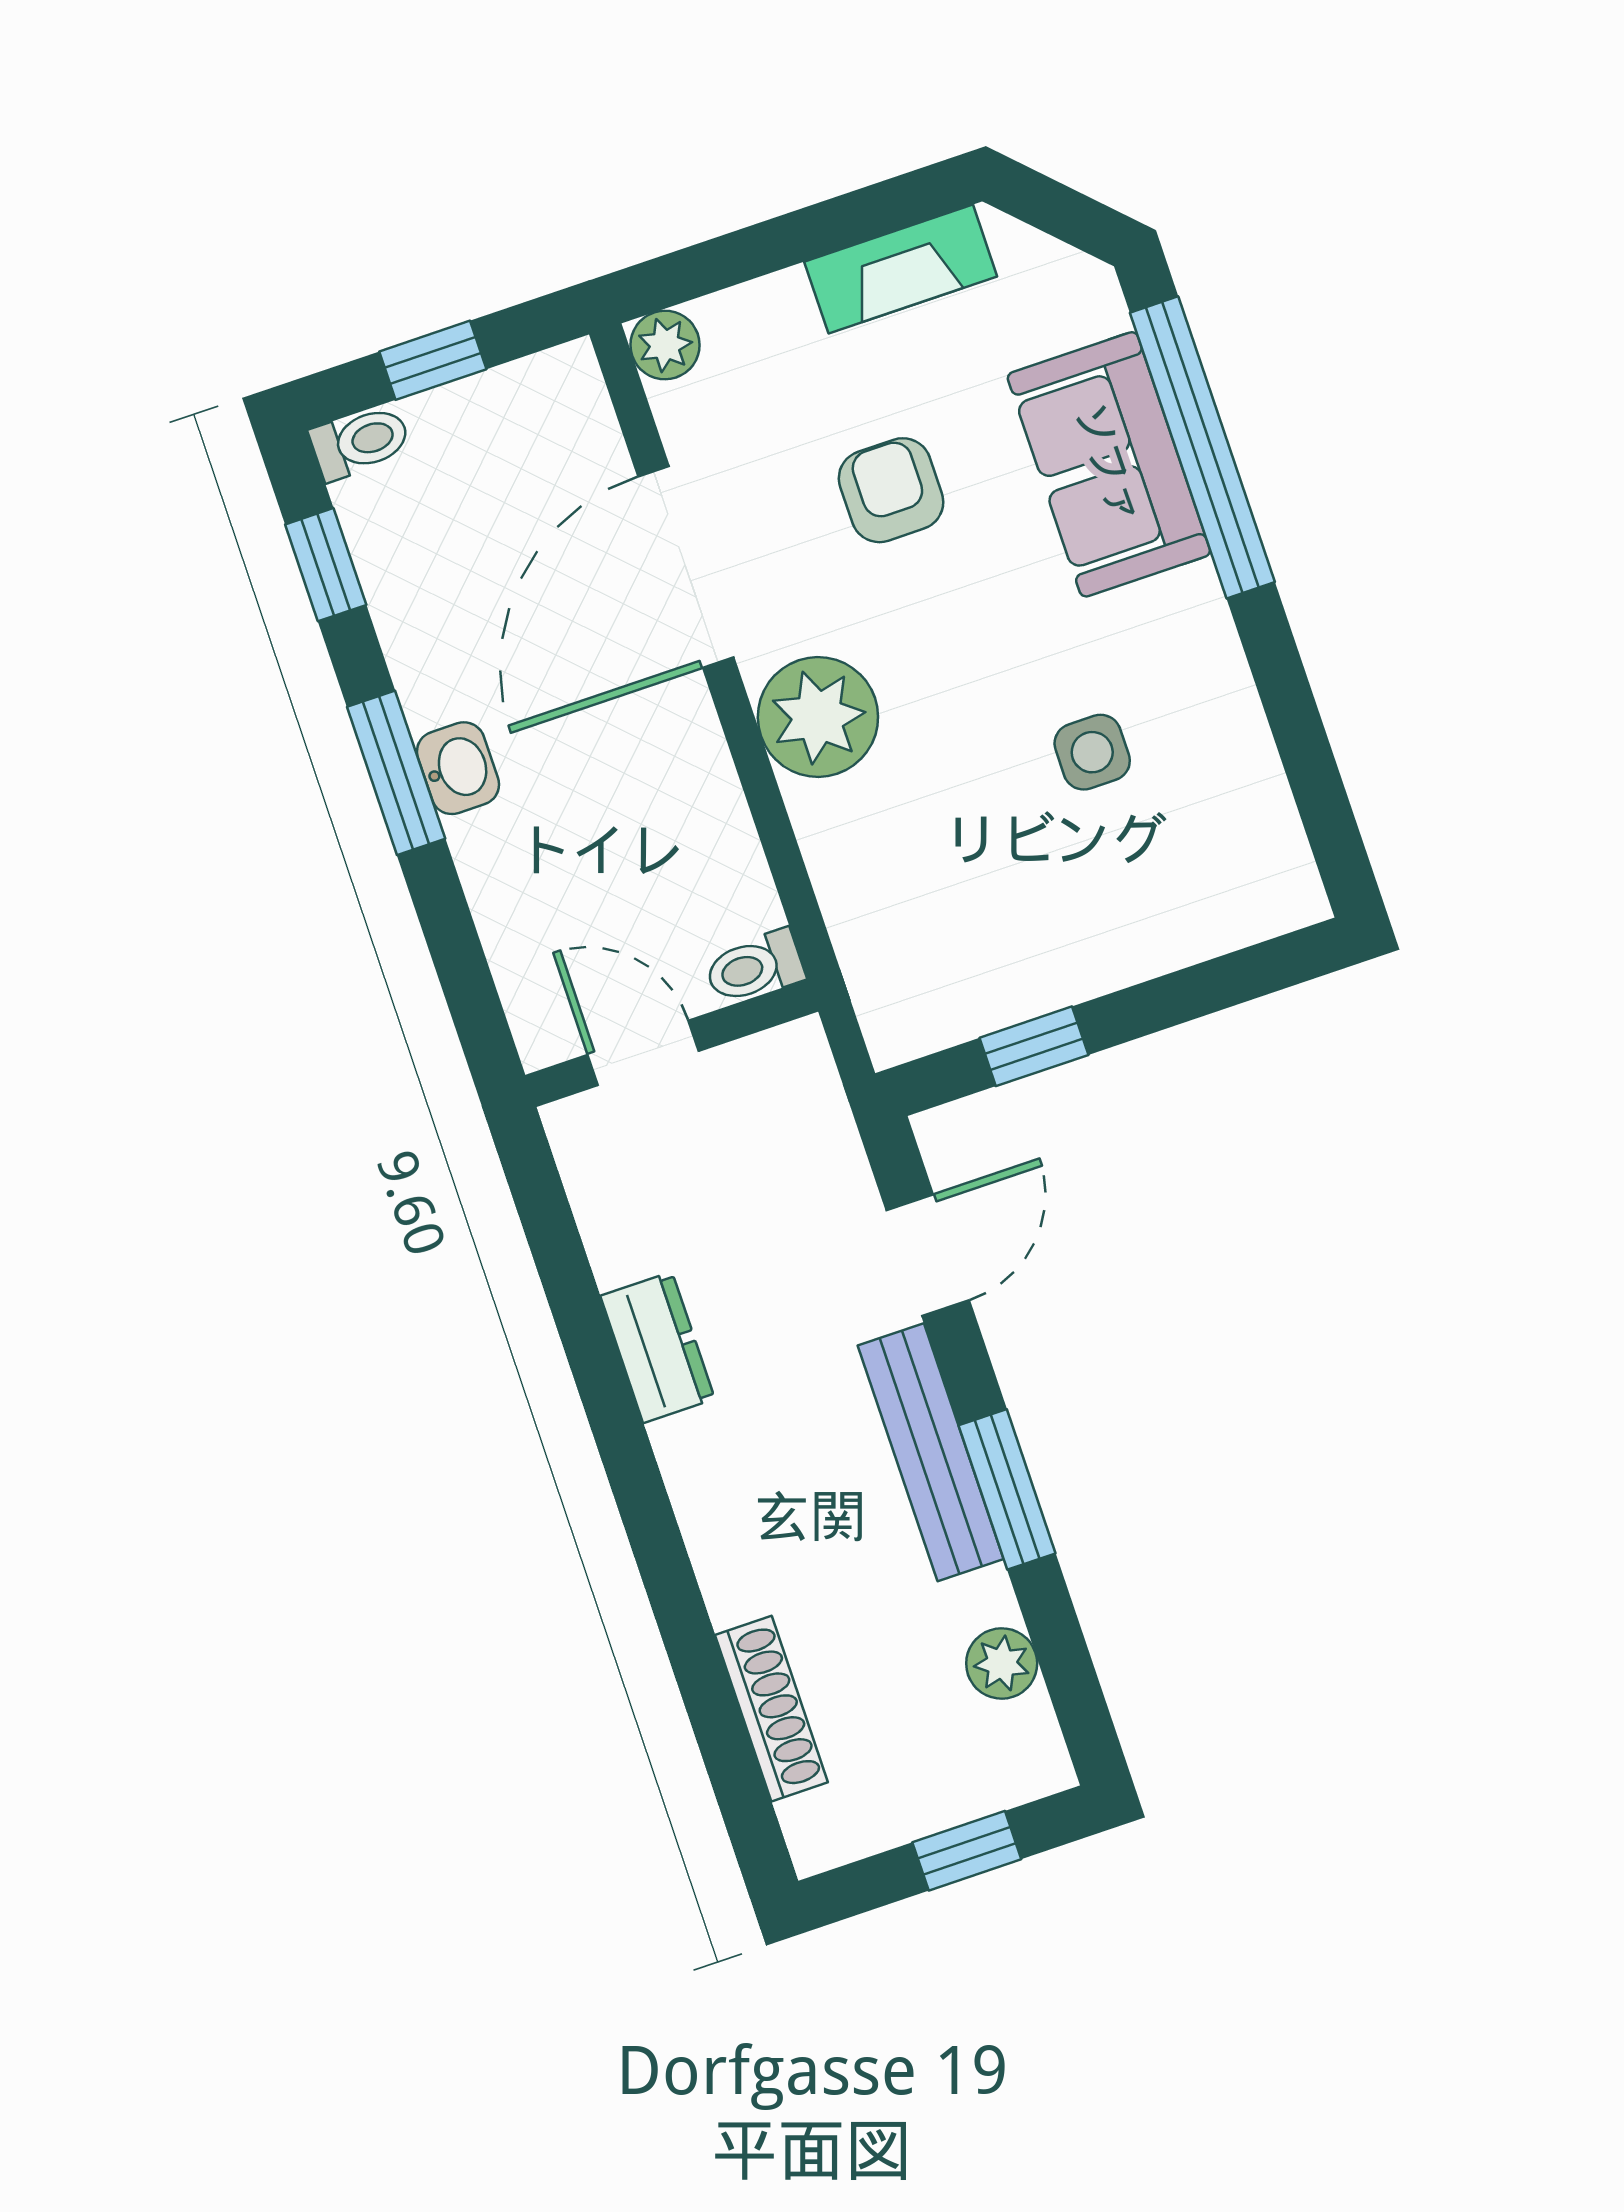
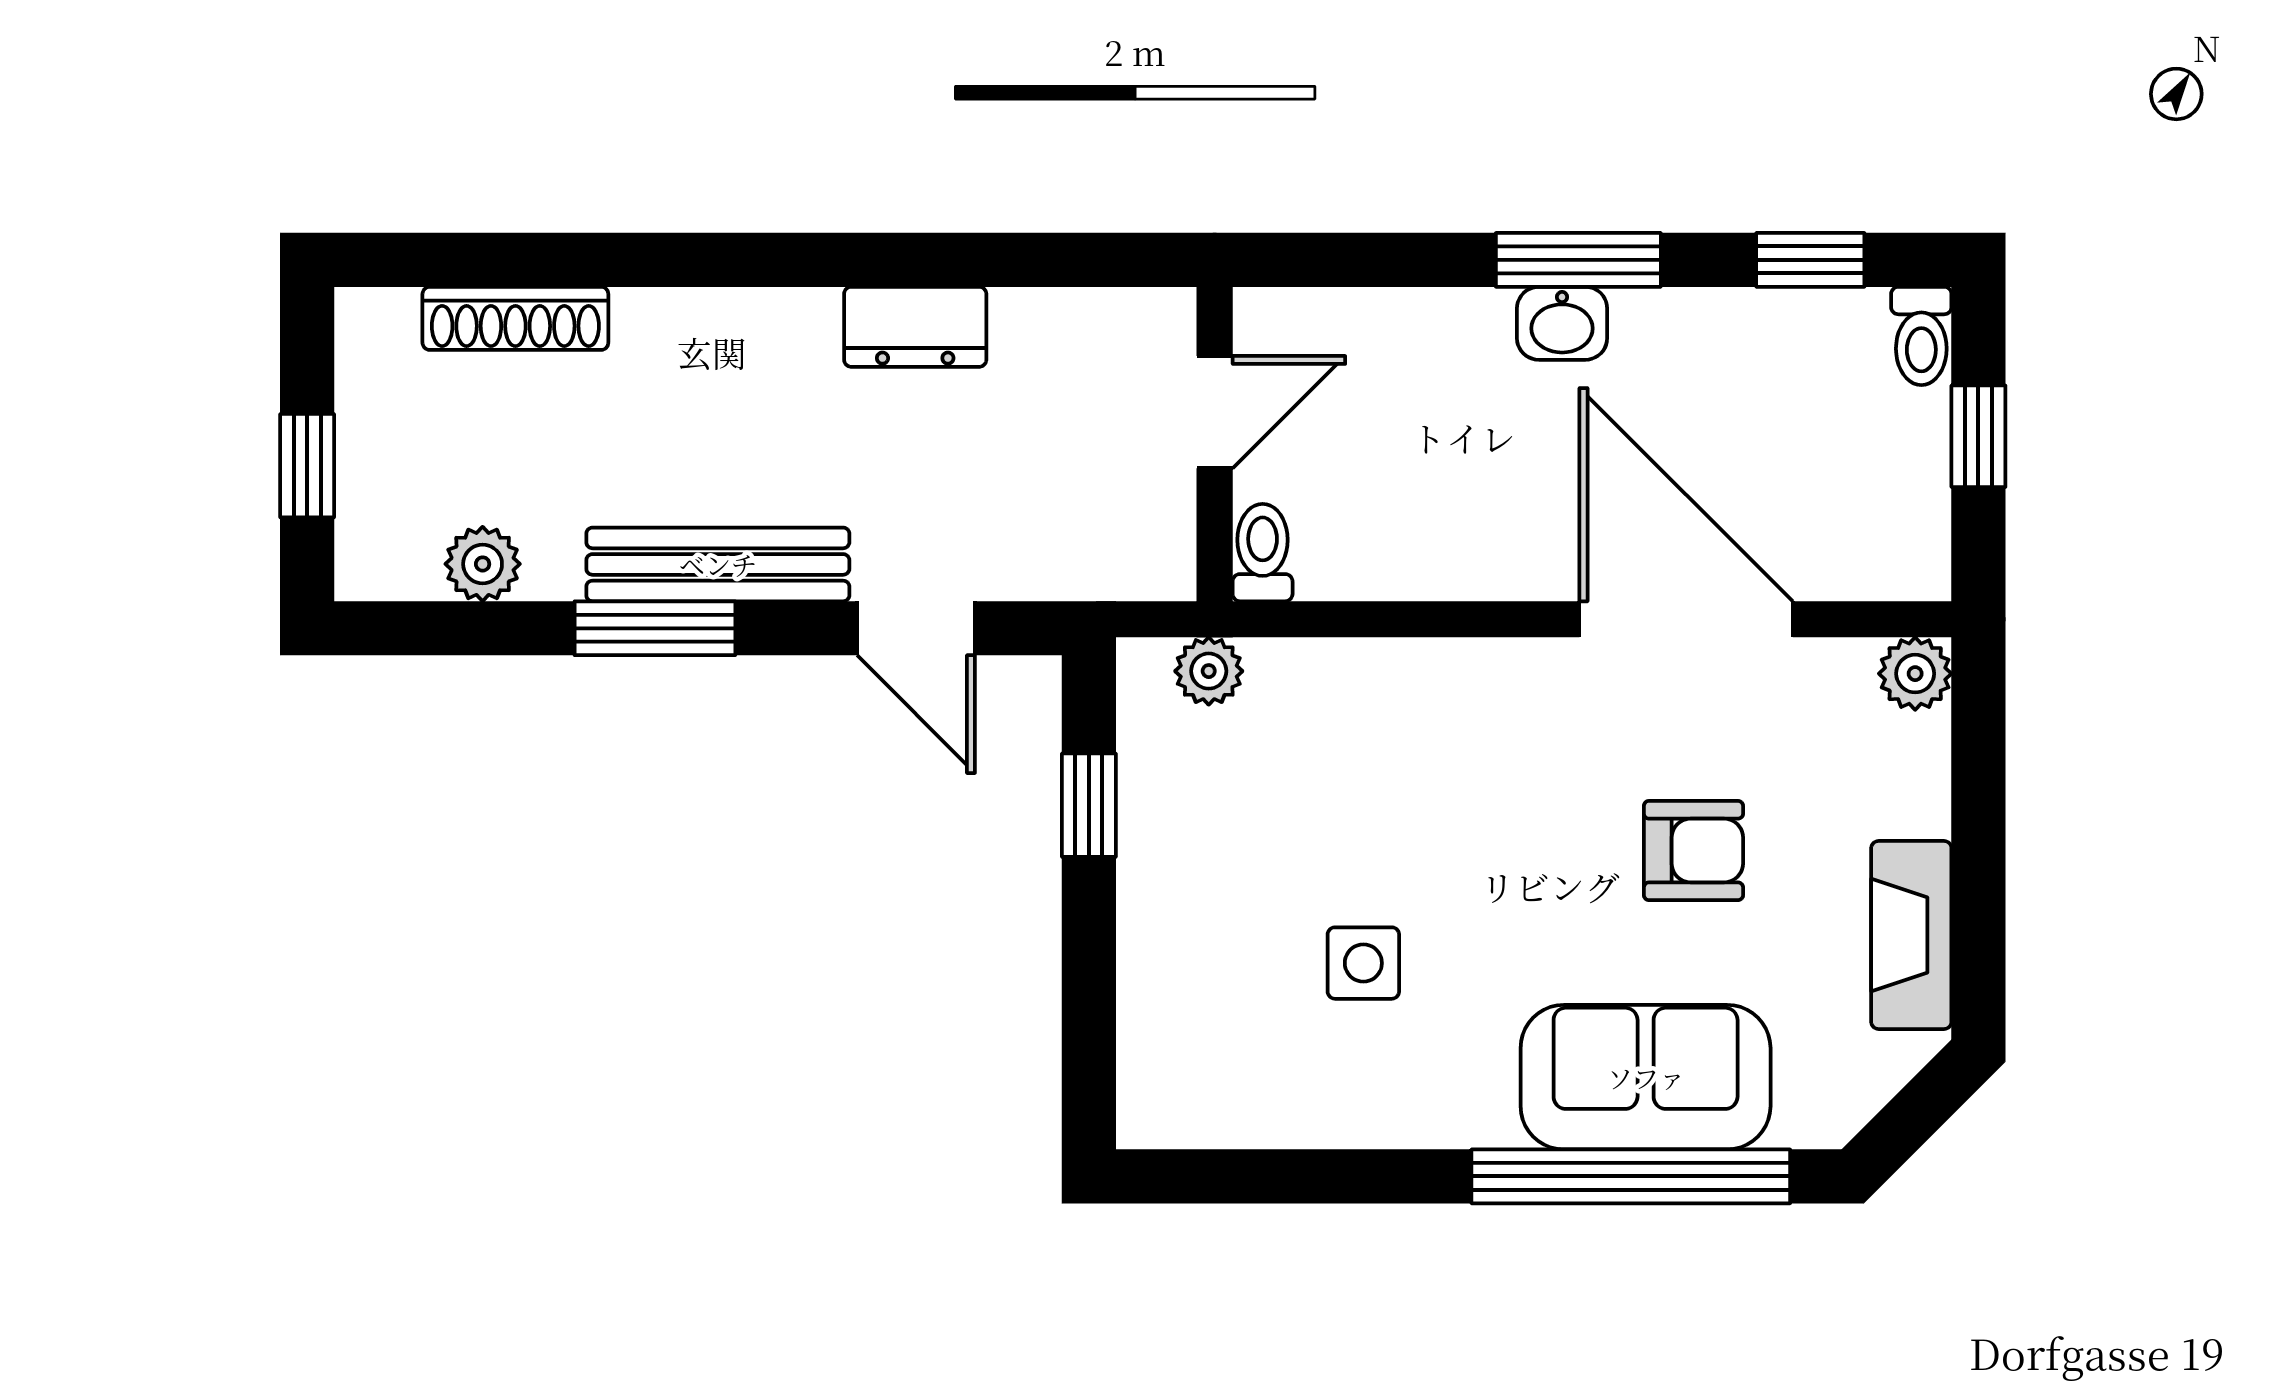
plant: (818, 717) -> (1209, 671), moved, width x0.53, depth x0.53

